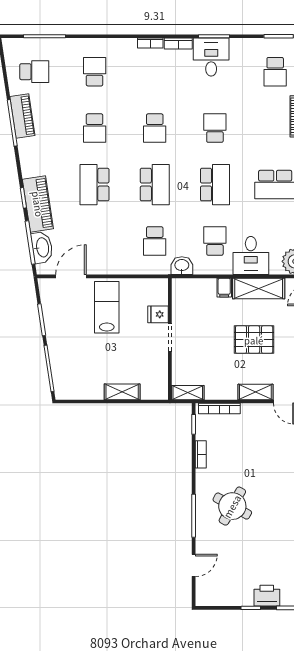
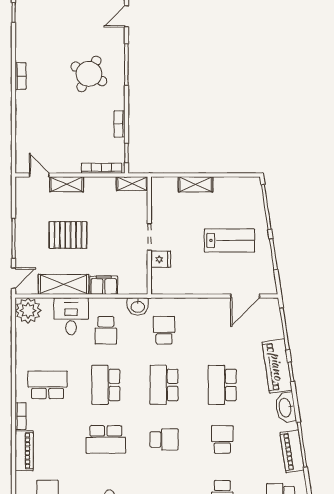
school desk: (155, 128) -> (164, 439), turned 90
school desk: (215, 128) -> (106, 439), width x1.85
school desk: (95, 185) -> (222, 385), turned 180
washbasin: (42, 247) -> (286, 408), moved
filing cabinet: (224, 288) -> (104, 285), width x2.00
lab bench: (107, 307) -> (229, 240), moved, turned -90

